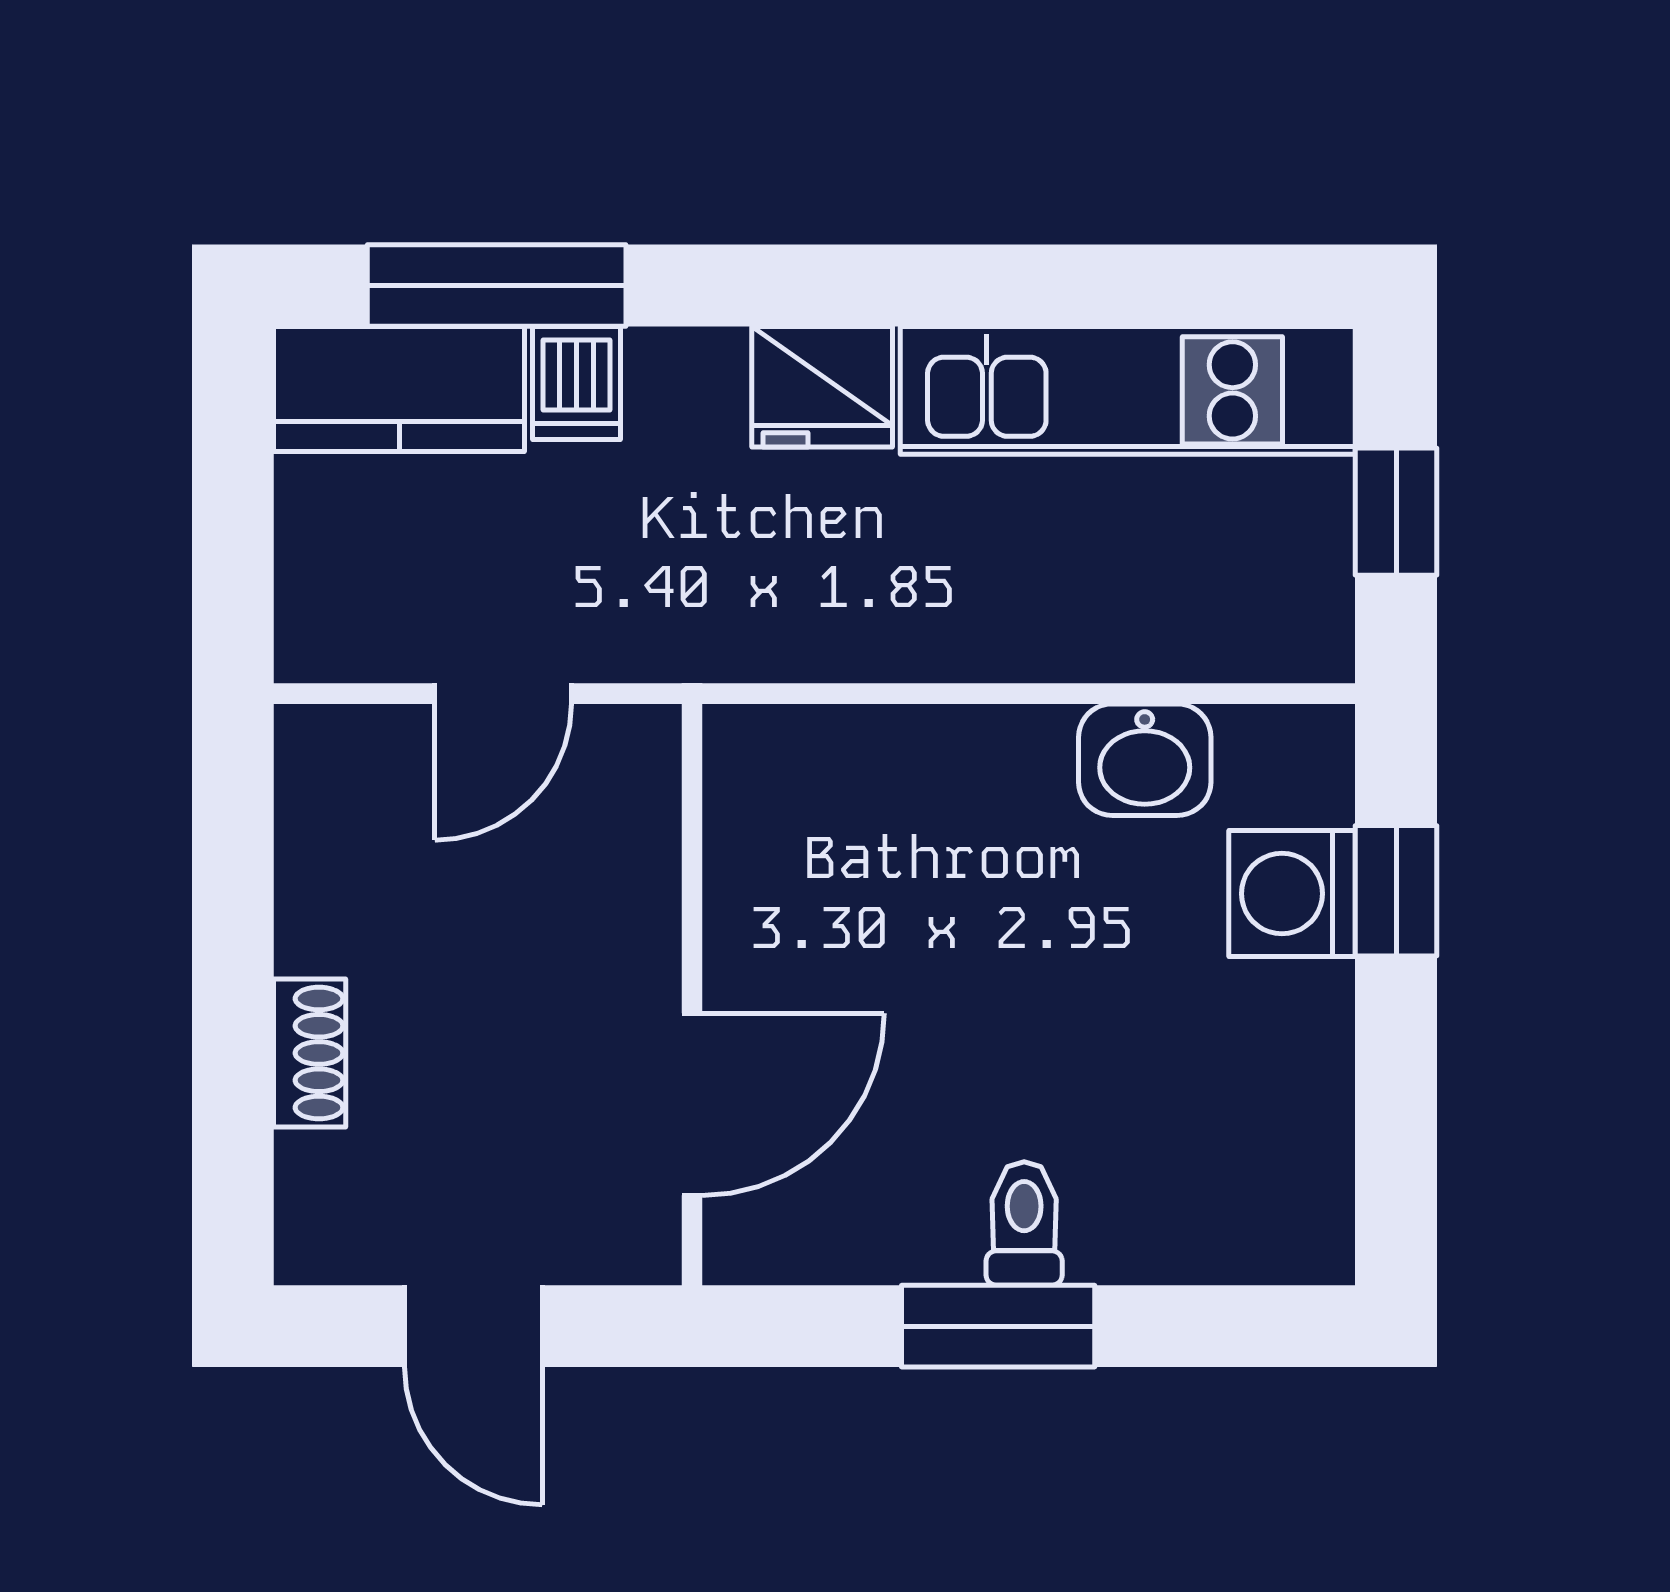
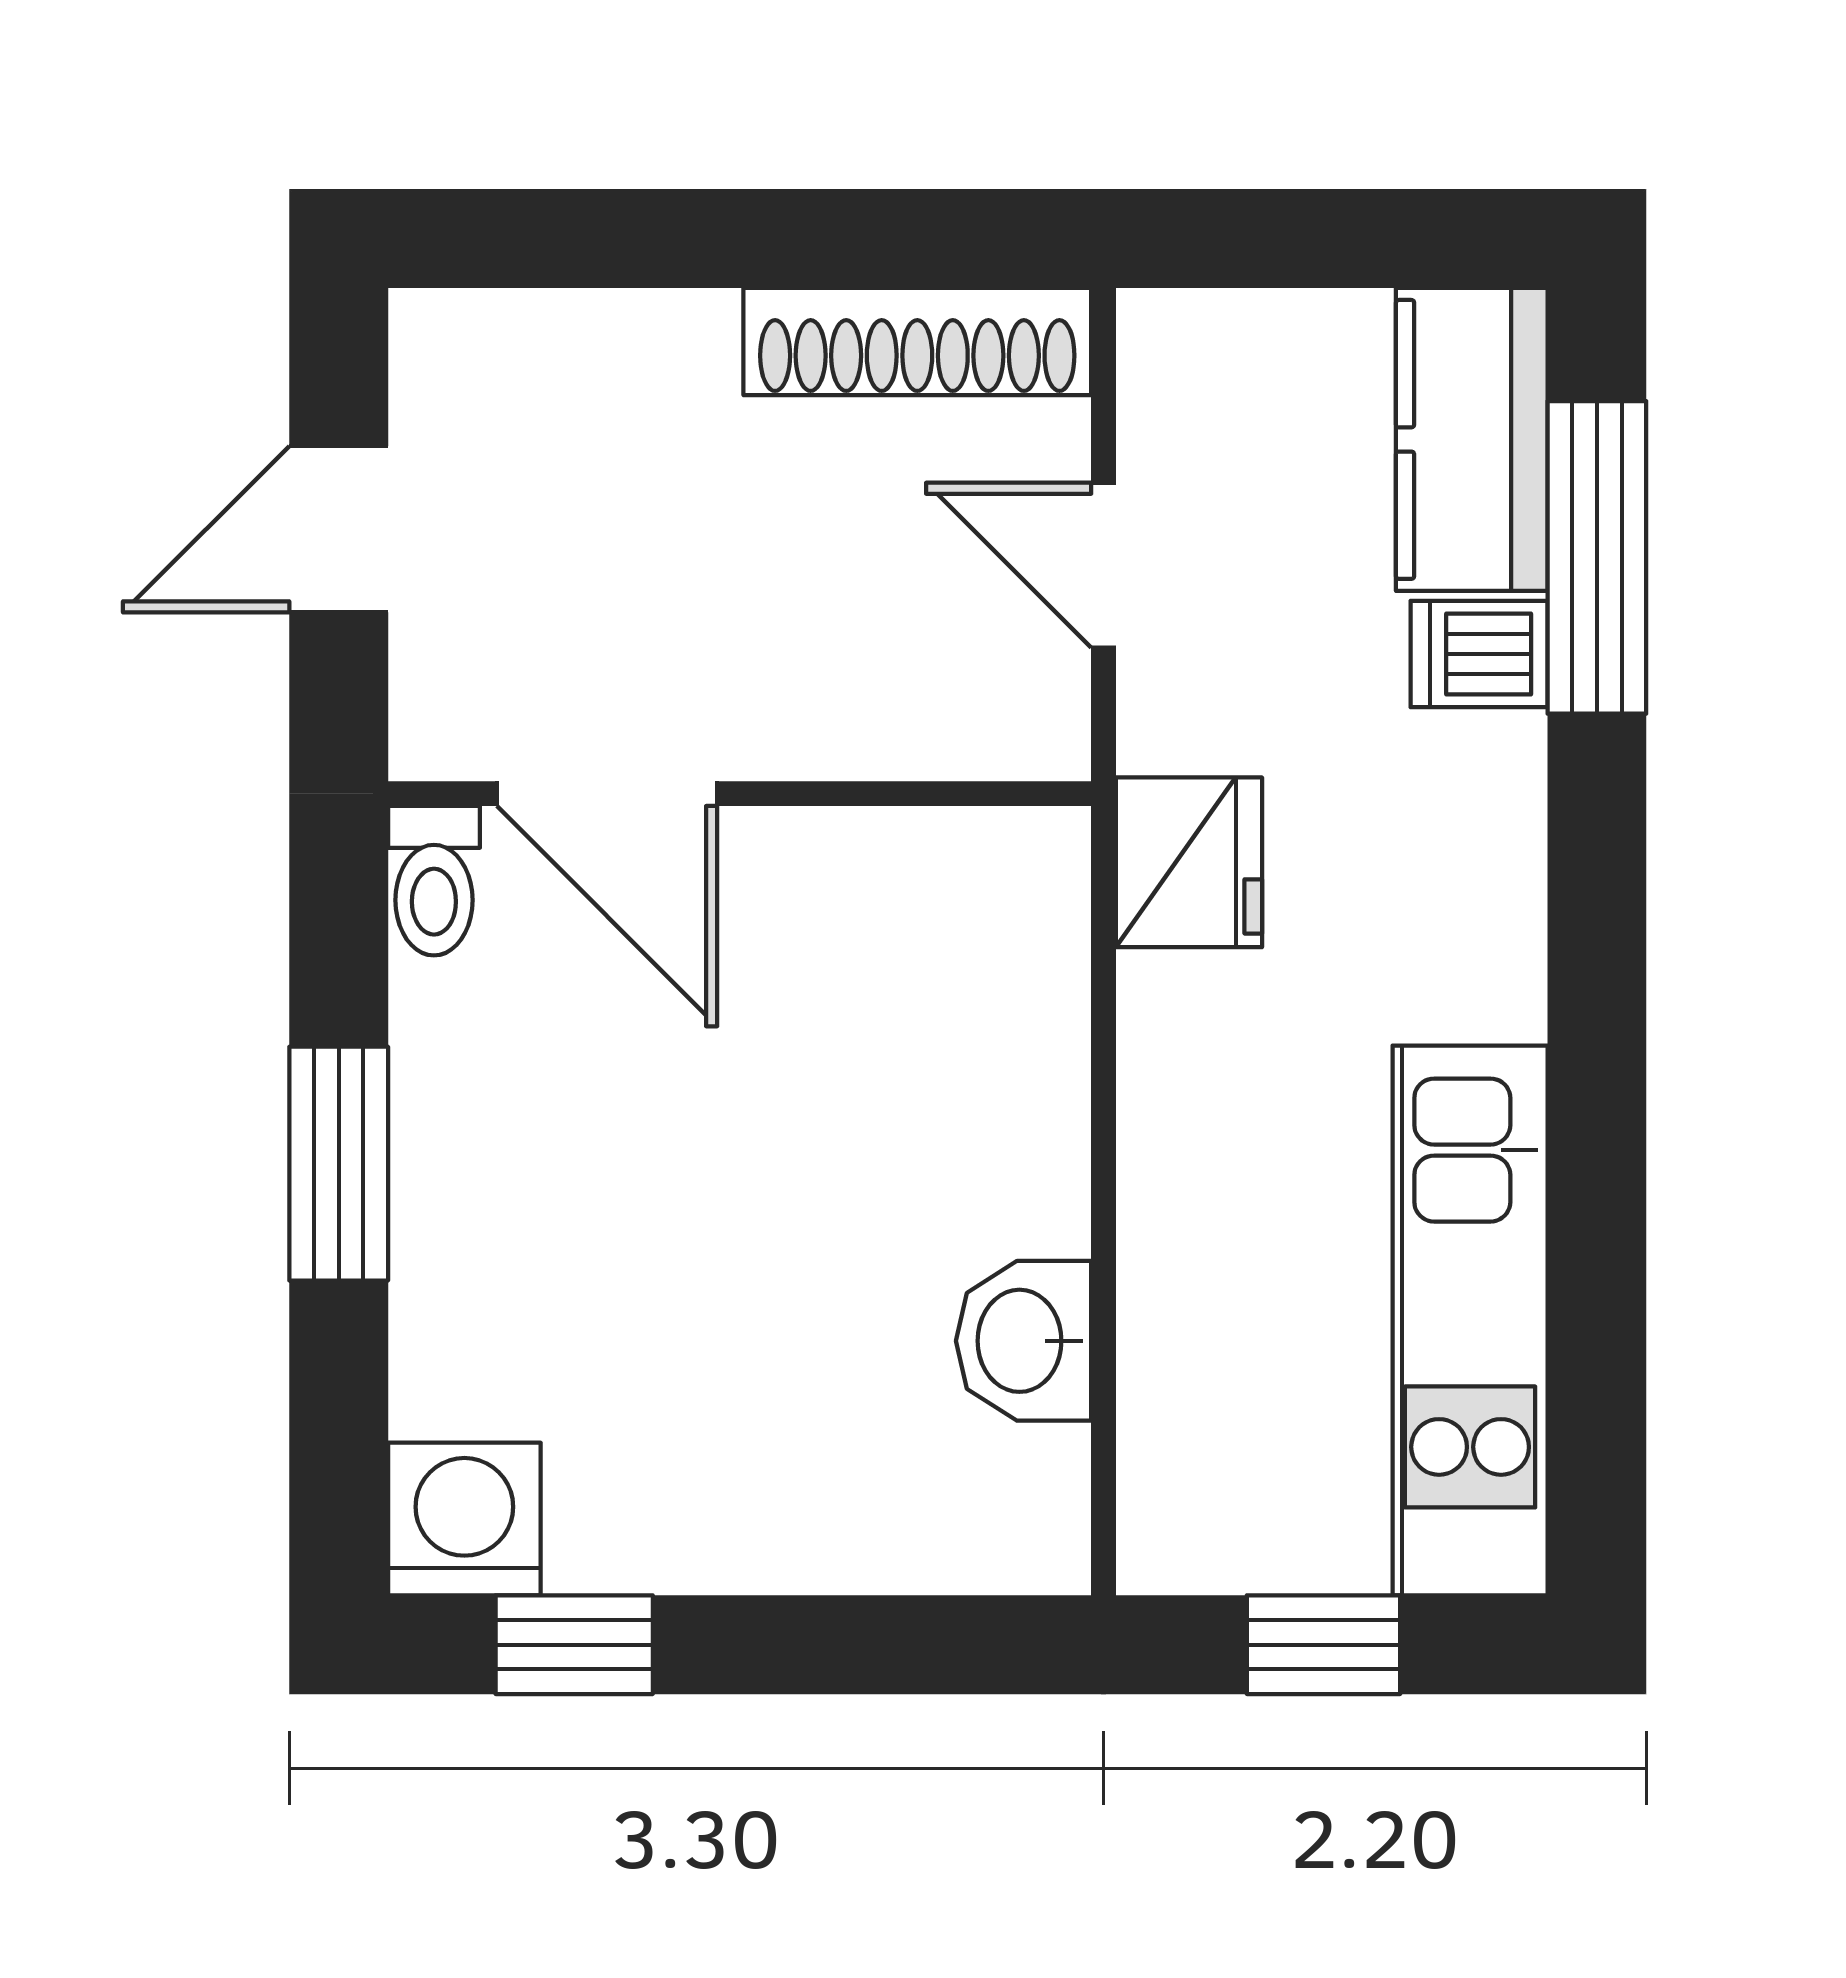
fridge: (822, 387) -> (1189, 862), moved, turned 180
window: (1396, 891) -> (574, 1645), moved
washing machine: (1292, 894) -> (464, 1519), moved
shoe rack: (310, 1053) -> (917, 342), moved, width x1.94, depth x1.24
toilet: (1024, 1224) -> (434, 881), moved, turned 90

